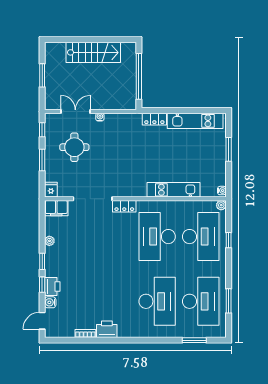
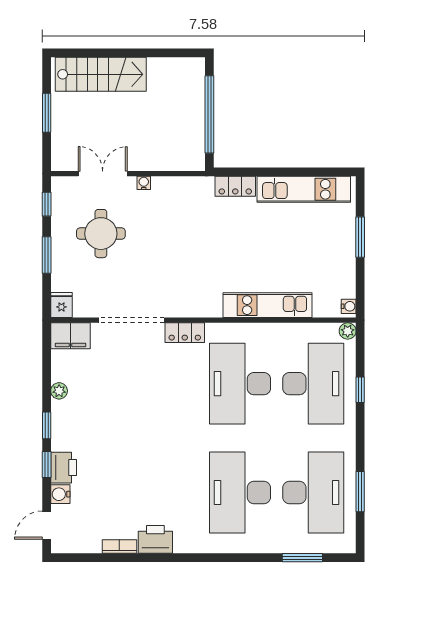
stairs: (93, 52) -> (101, 74), moved
desk: (157, 301) -> (240, 492), turned 180

